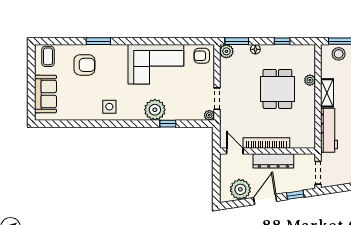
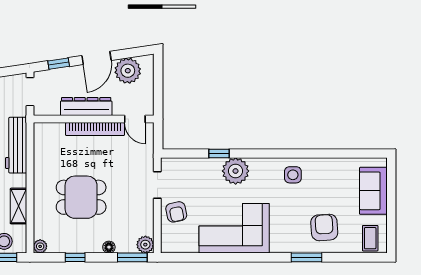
armchair: (202, 56) -> (176, 212), moved, turned 78
armchair: (84, 65) -> (324, 227), turned 86
plant: (310, 80) -> (40, 246), moved
dining table: (277, 89) -> (81, 197), turned 90
shelving: (327, 93) -> (19, 206), moved
plant: (209, 115) -> (167, 164), removed

